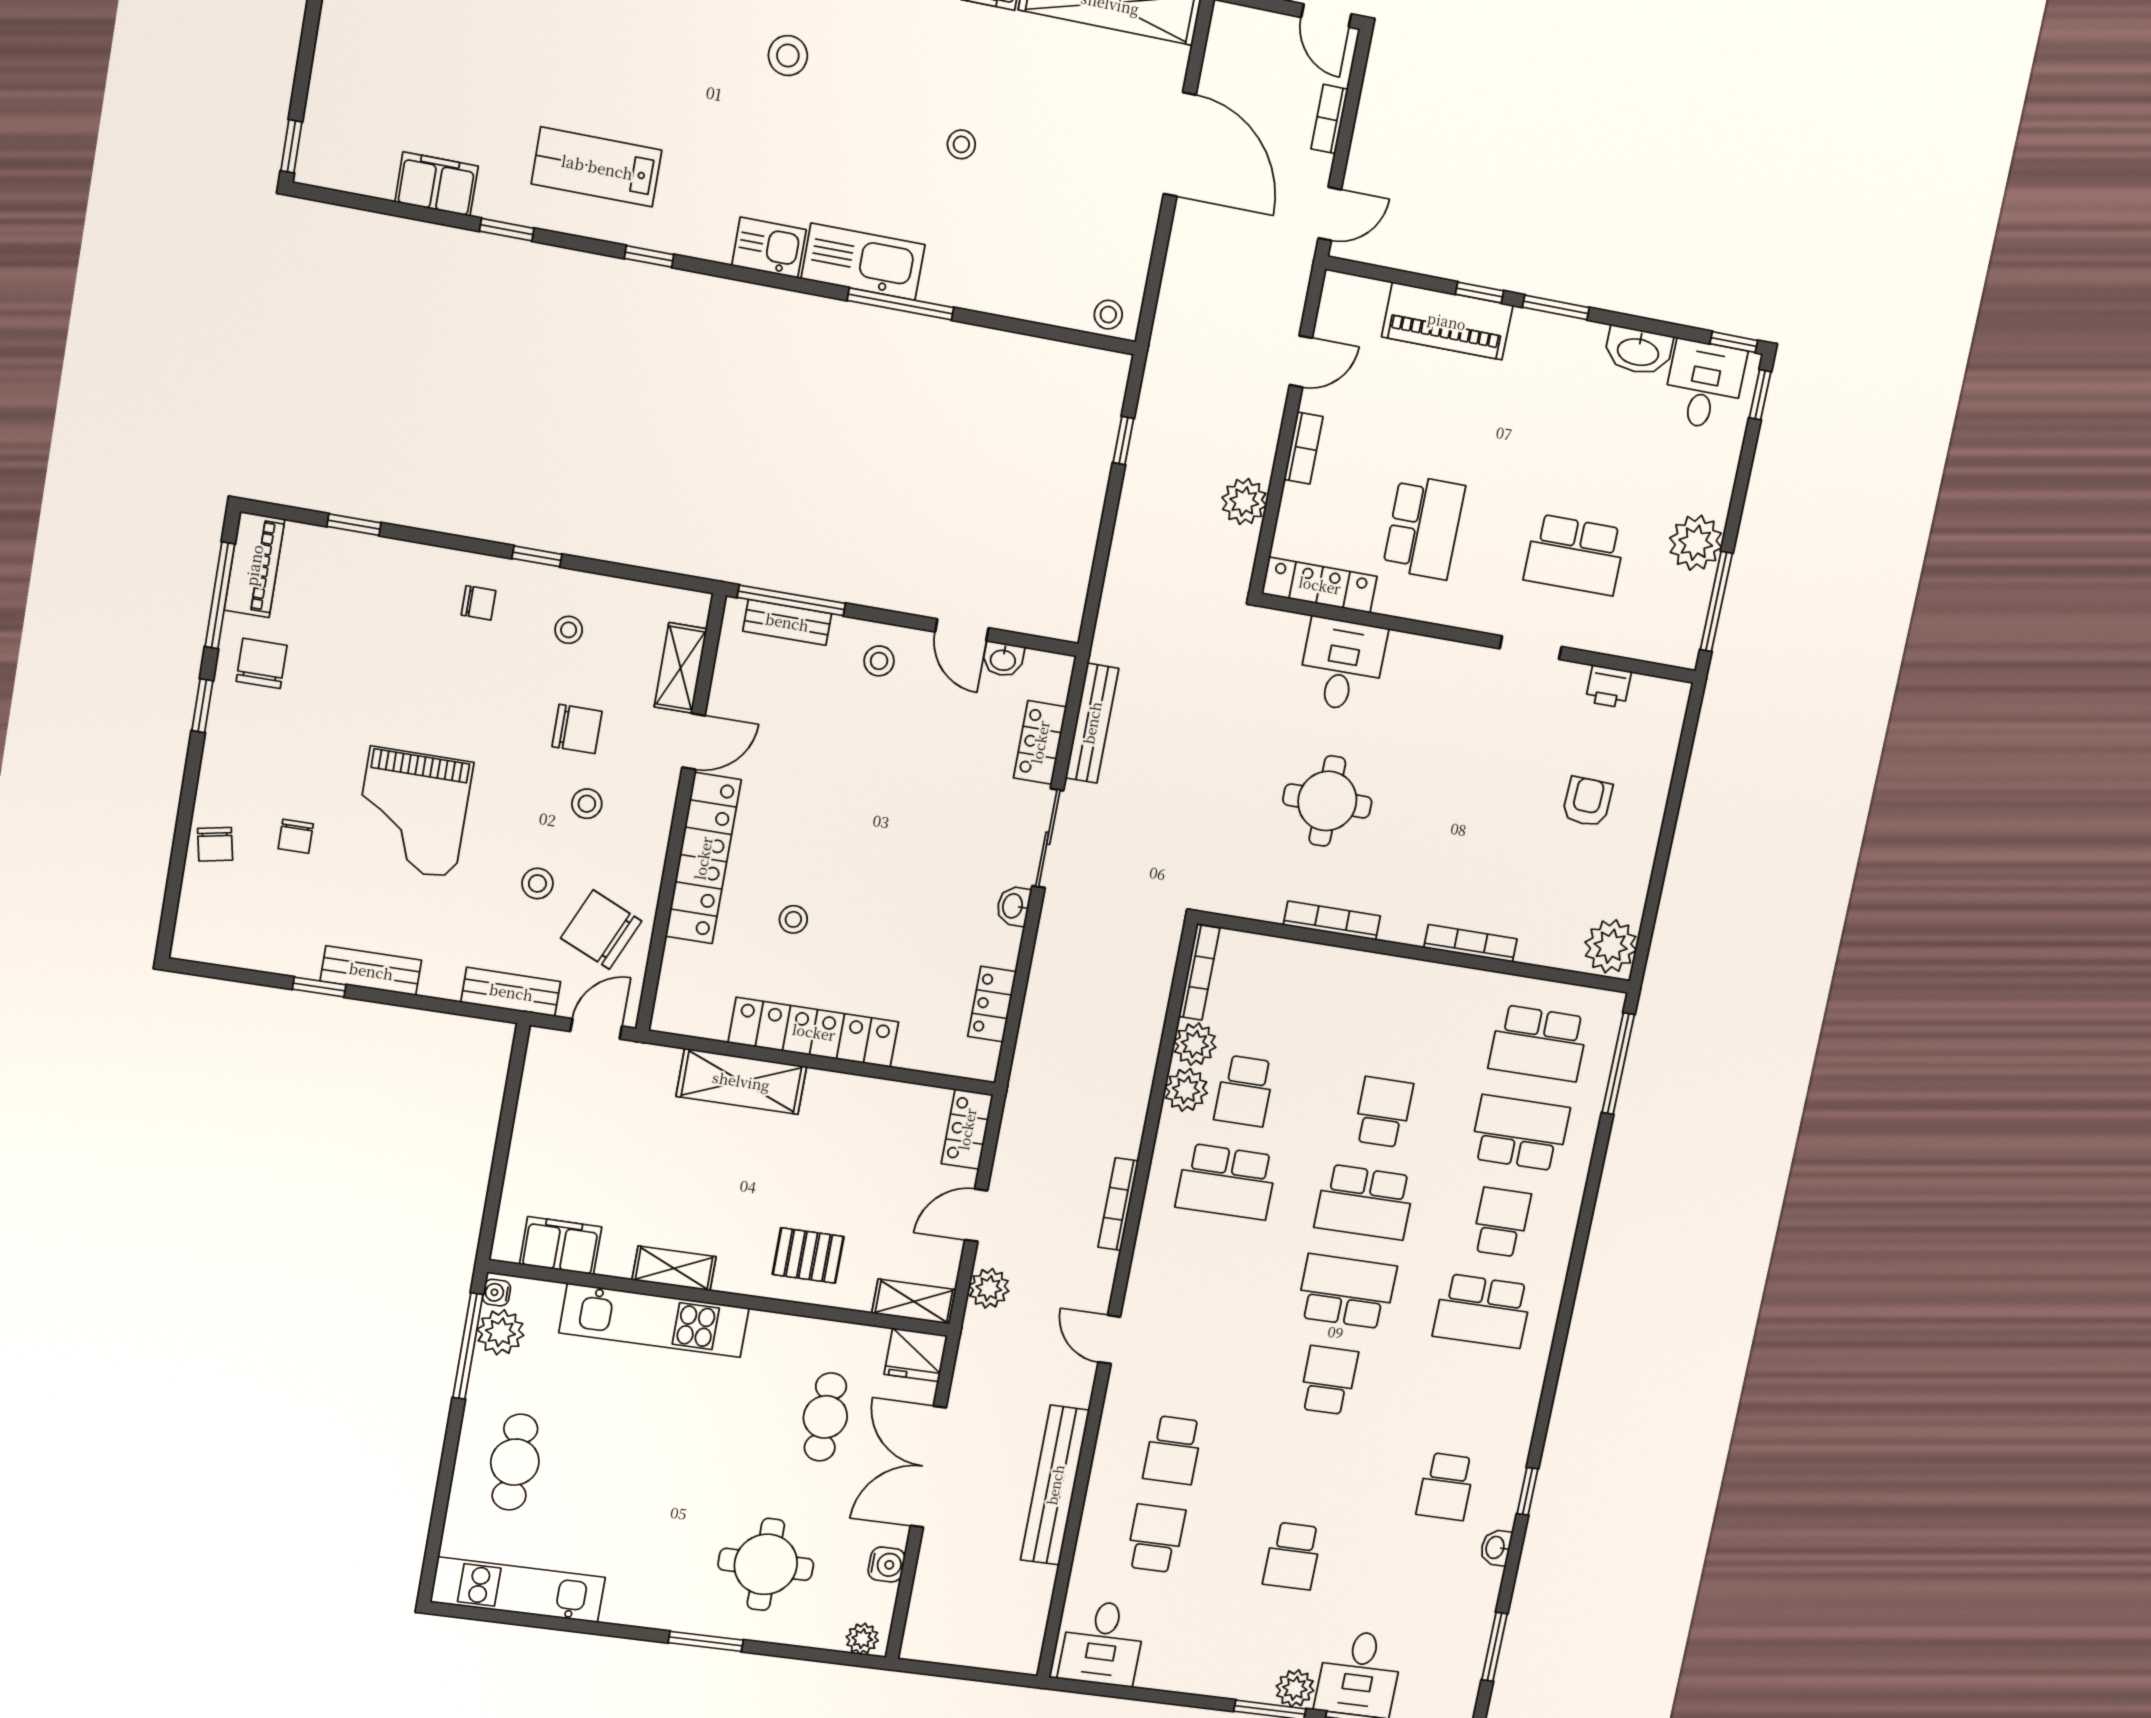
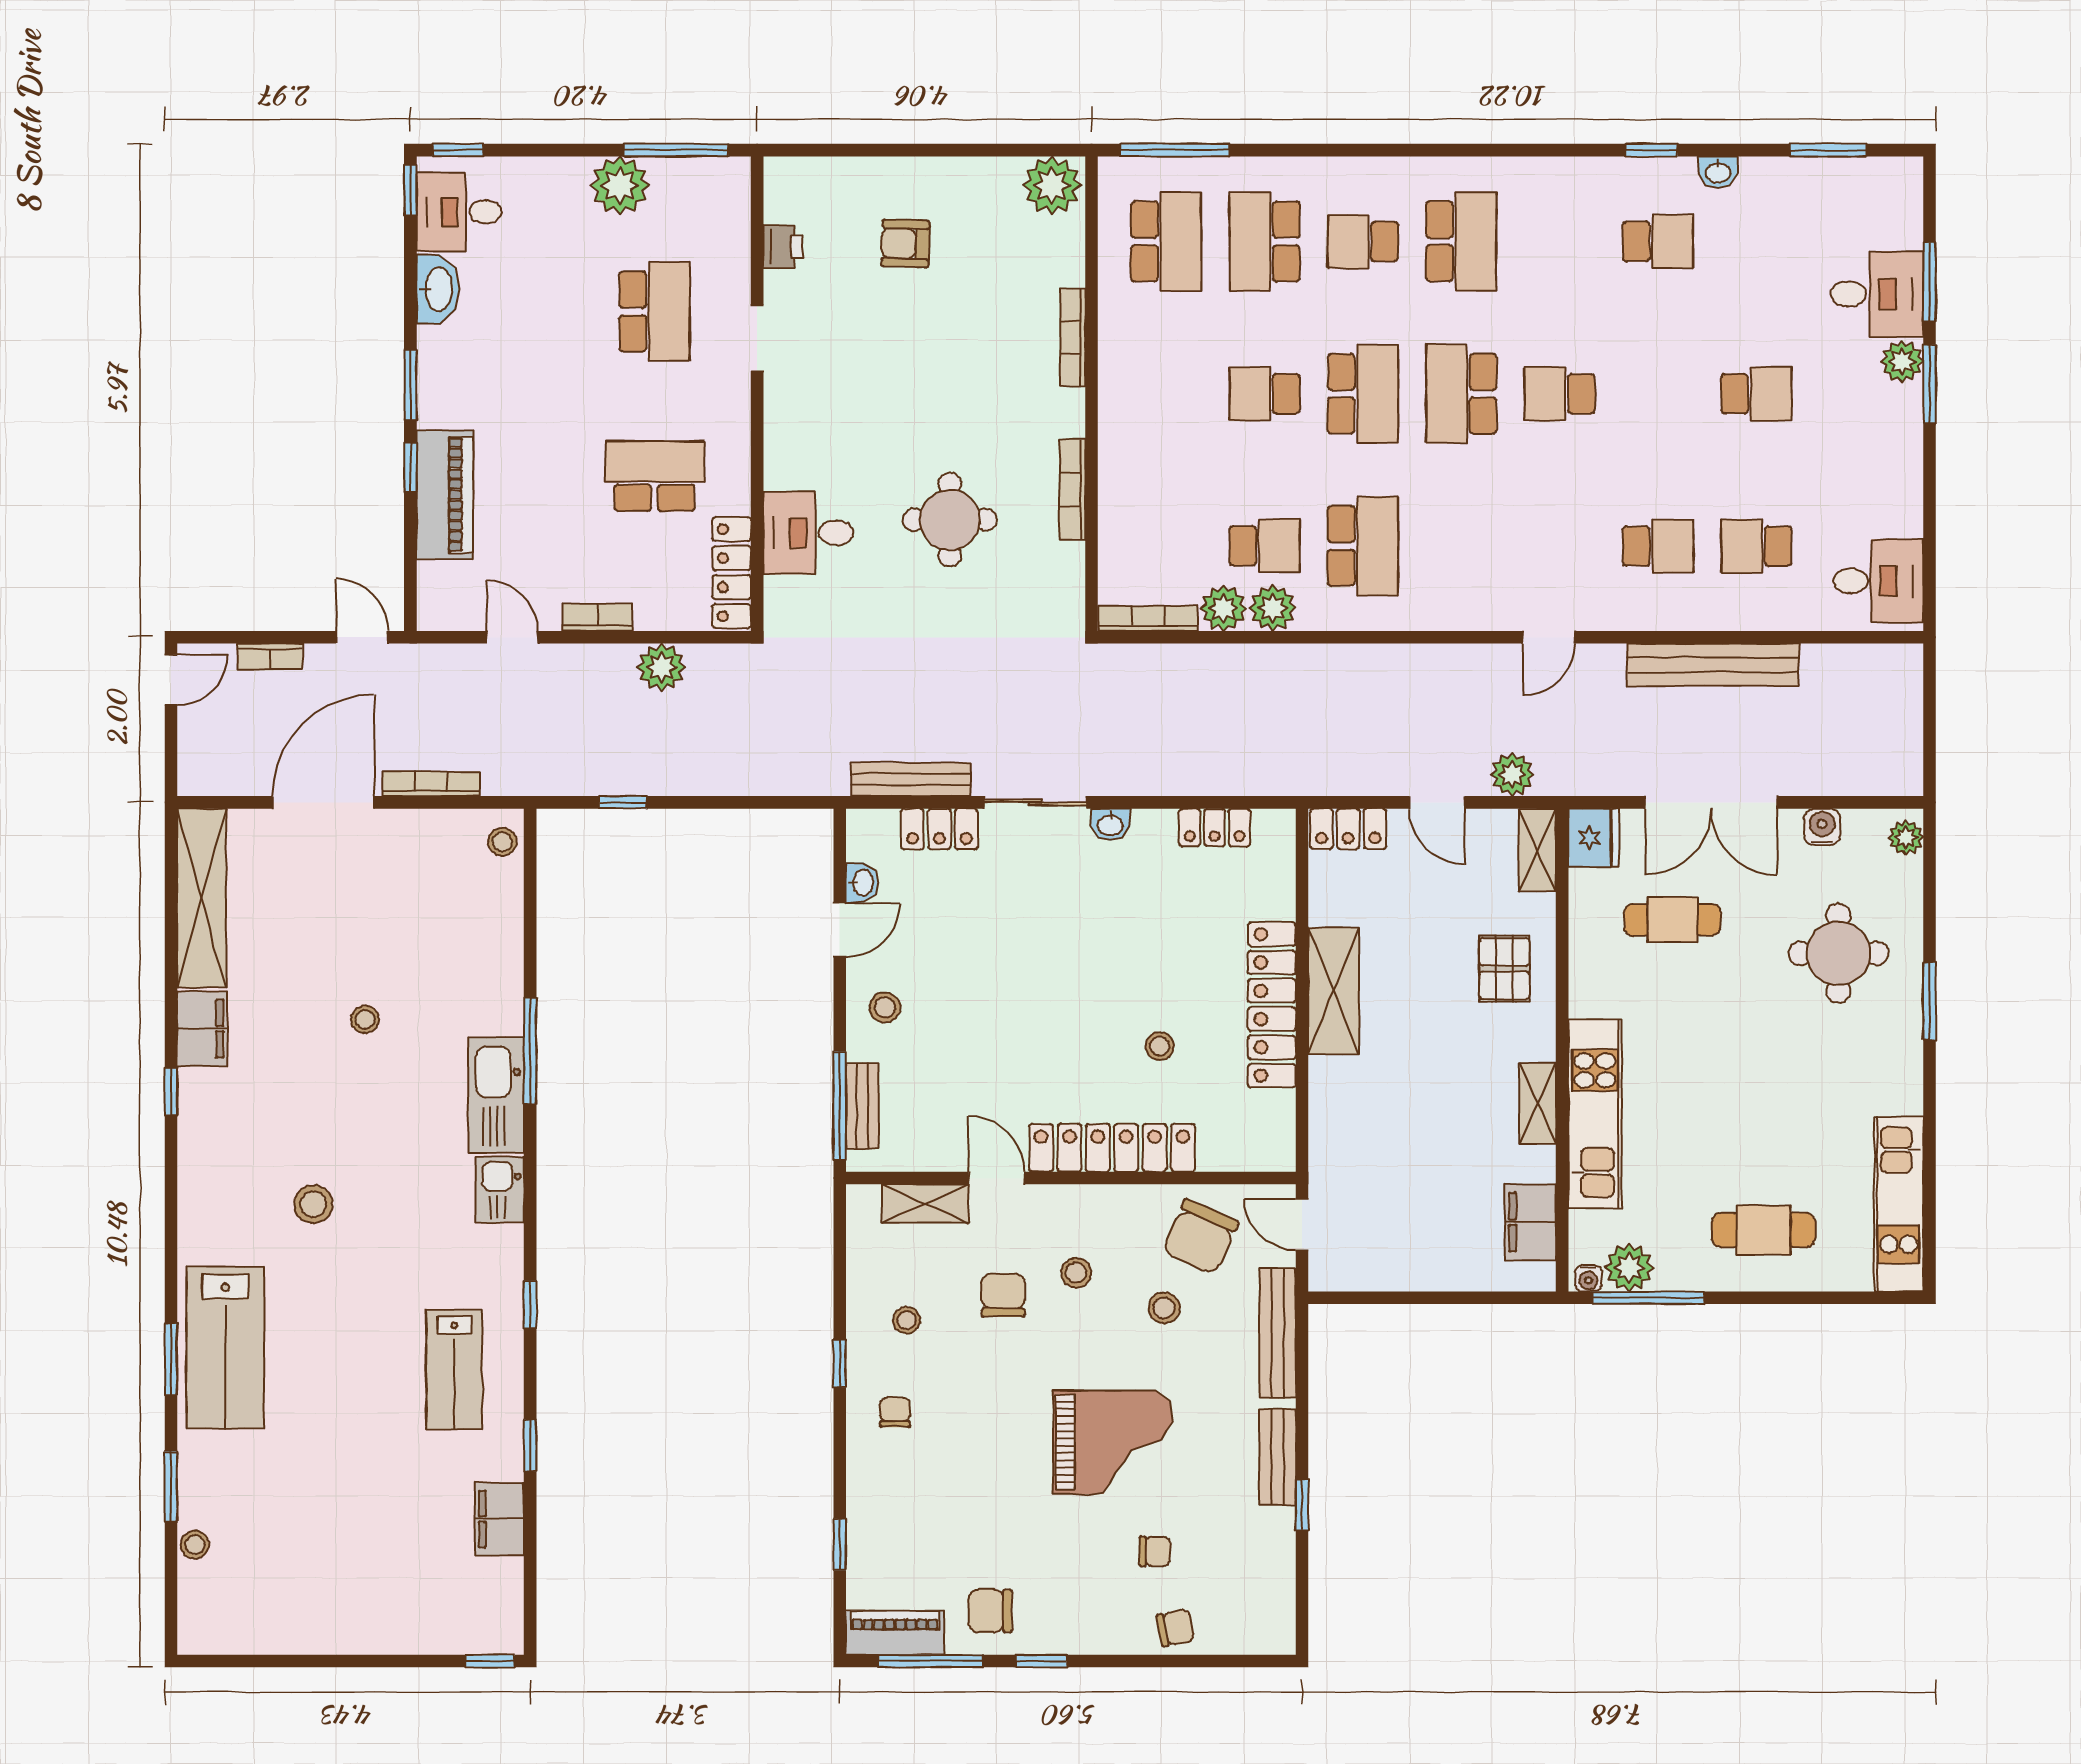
bench: (511, 992) -> (1278, 1333), width x1.36
shelving: (741, 1081) -> (1334, 991), moved
bookcase: (1118, 1204) -> (431, 784), moved, turned 180

